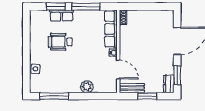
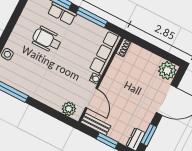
plant: (166, 18) -> (167, 70), added
plant: (87, 87) -> (69, 109), moved

